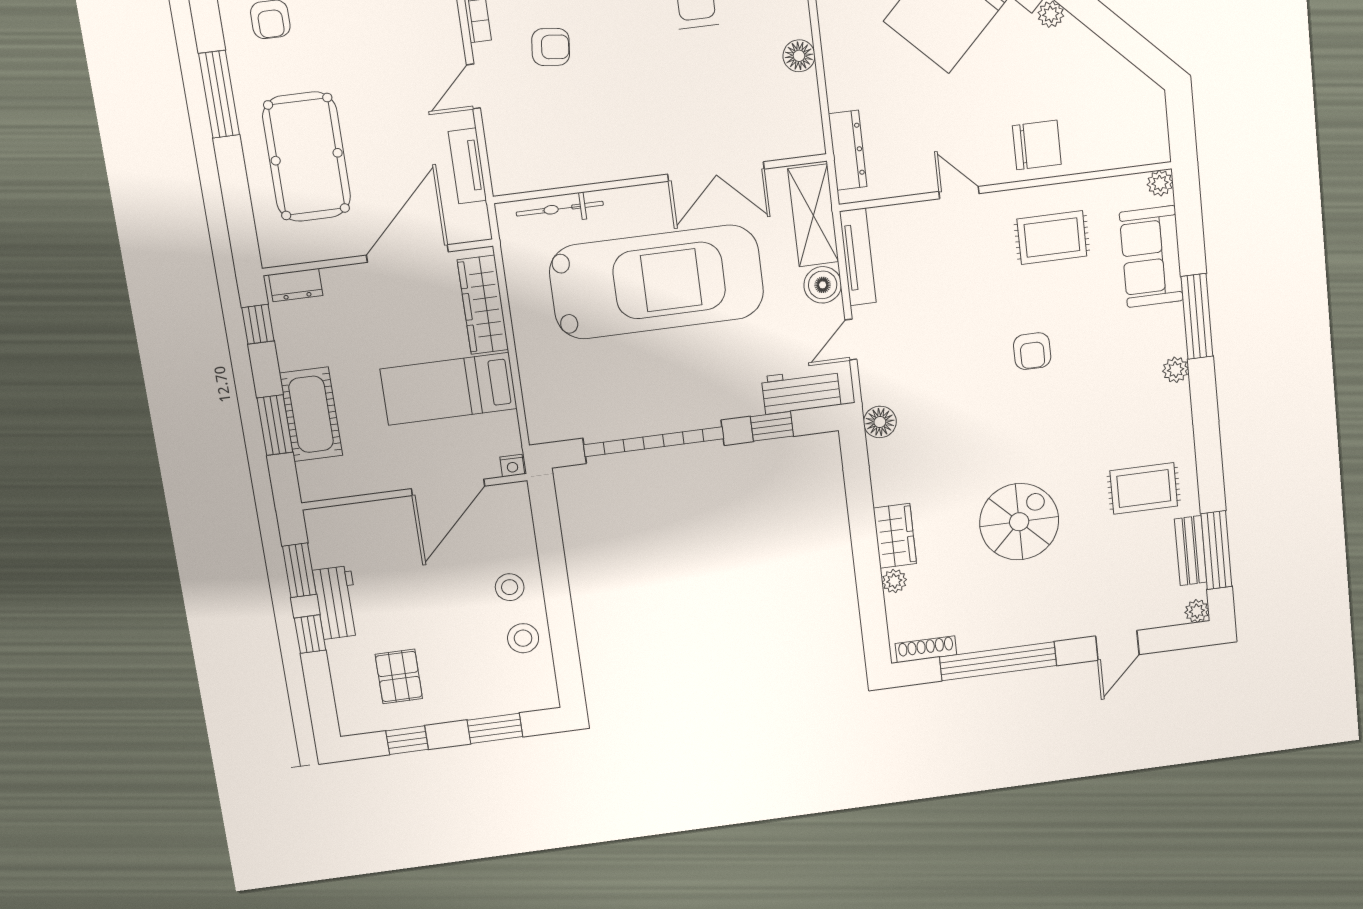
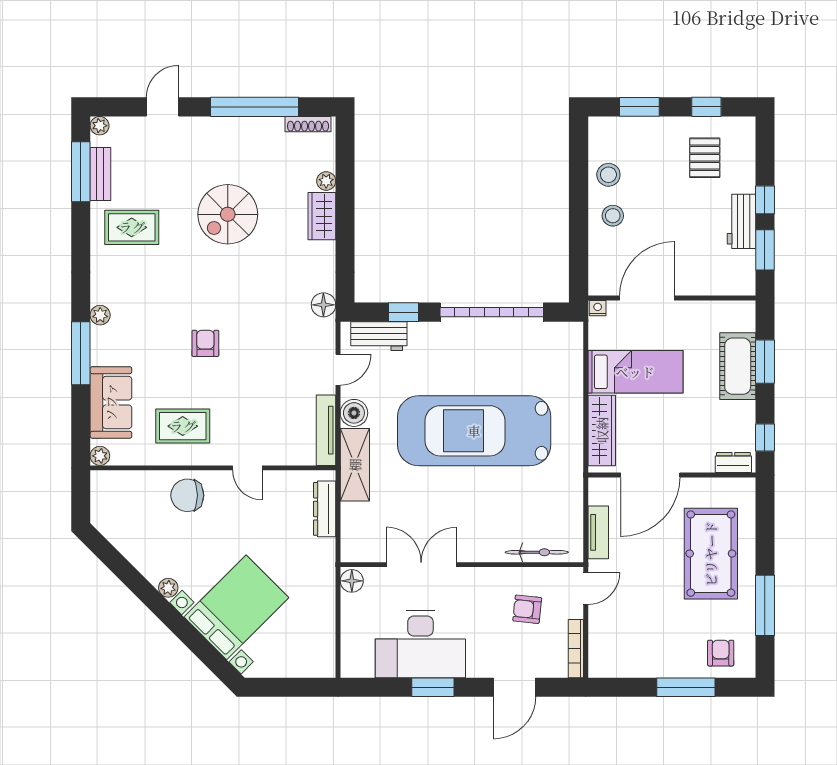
double door: (716, 172) -> (421, 565), moved
wall: (660, 179) -> (462, 565), moved
bicycle: (560, 209) -> (537, 552), moved

